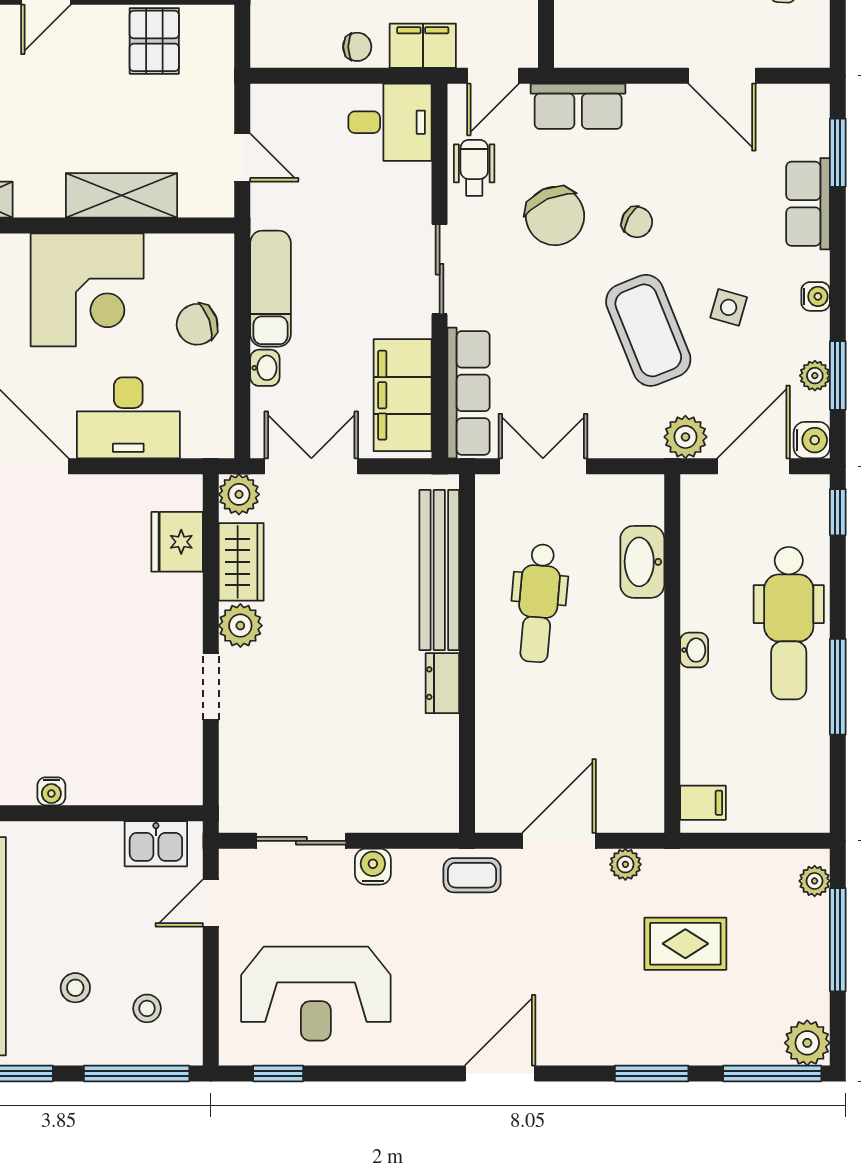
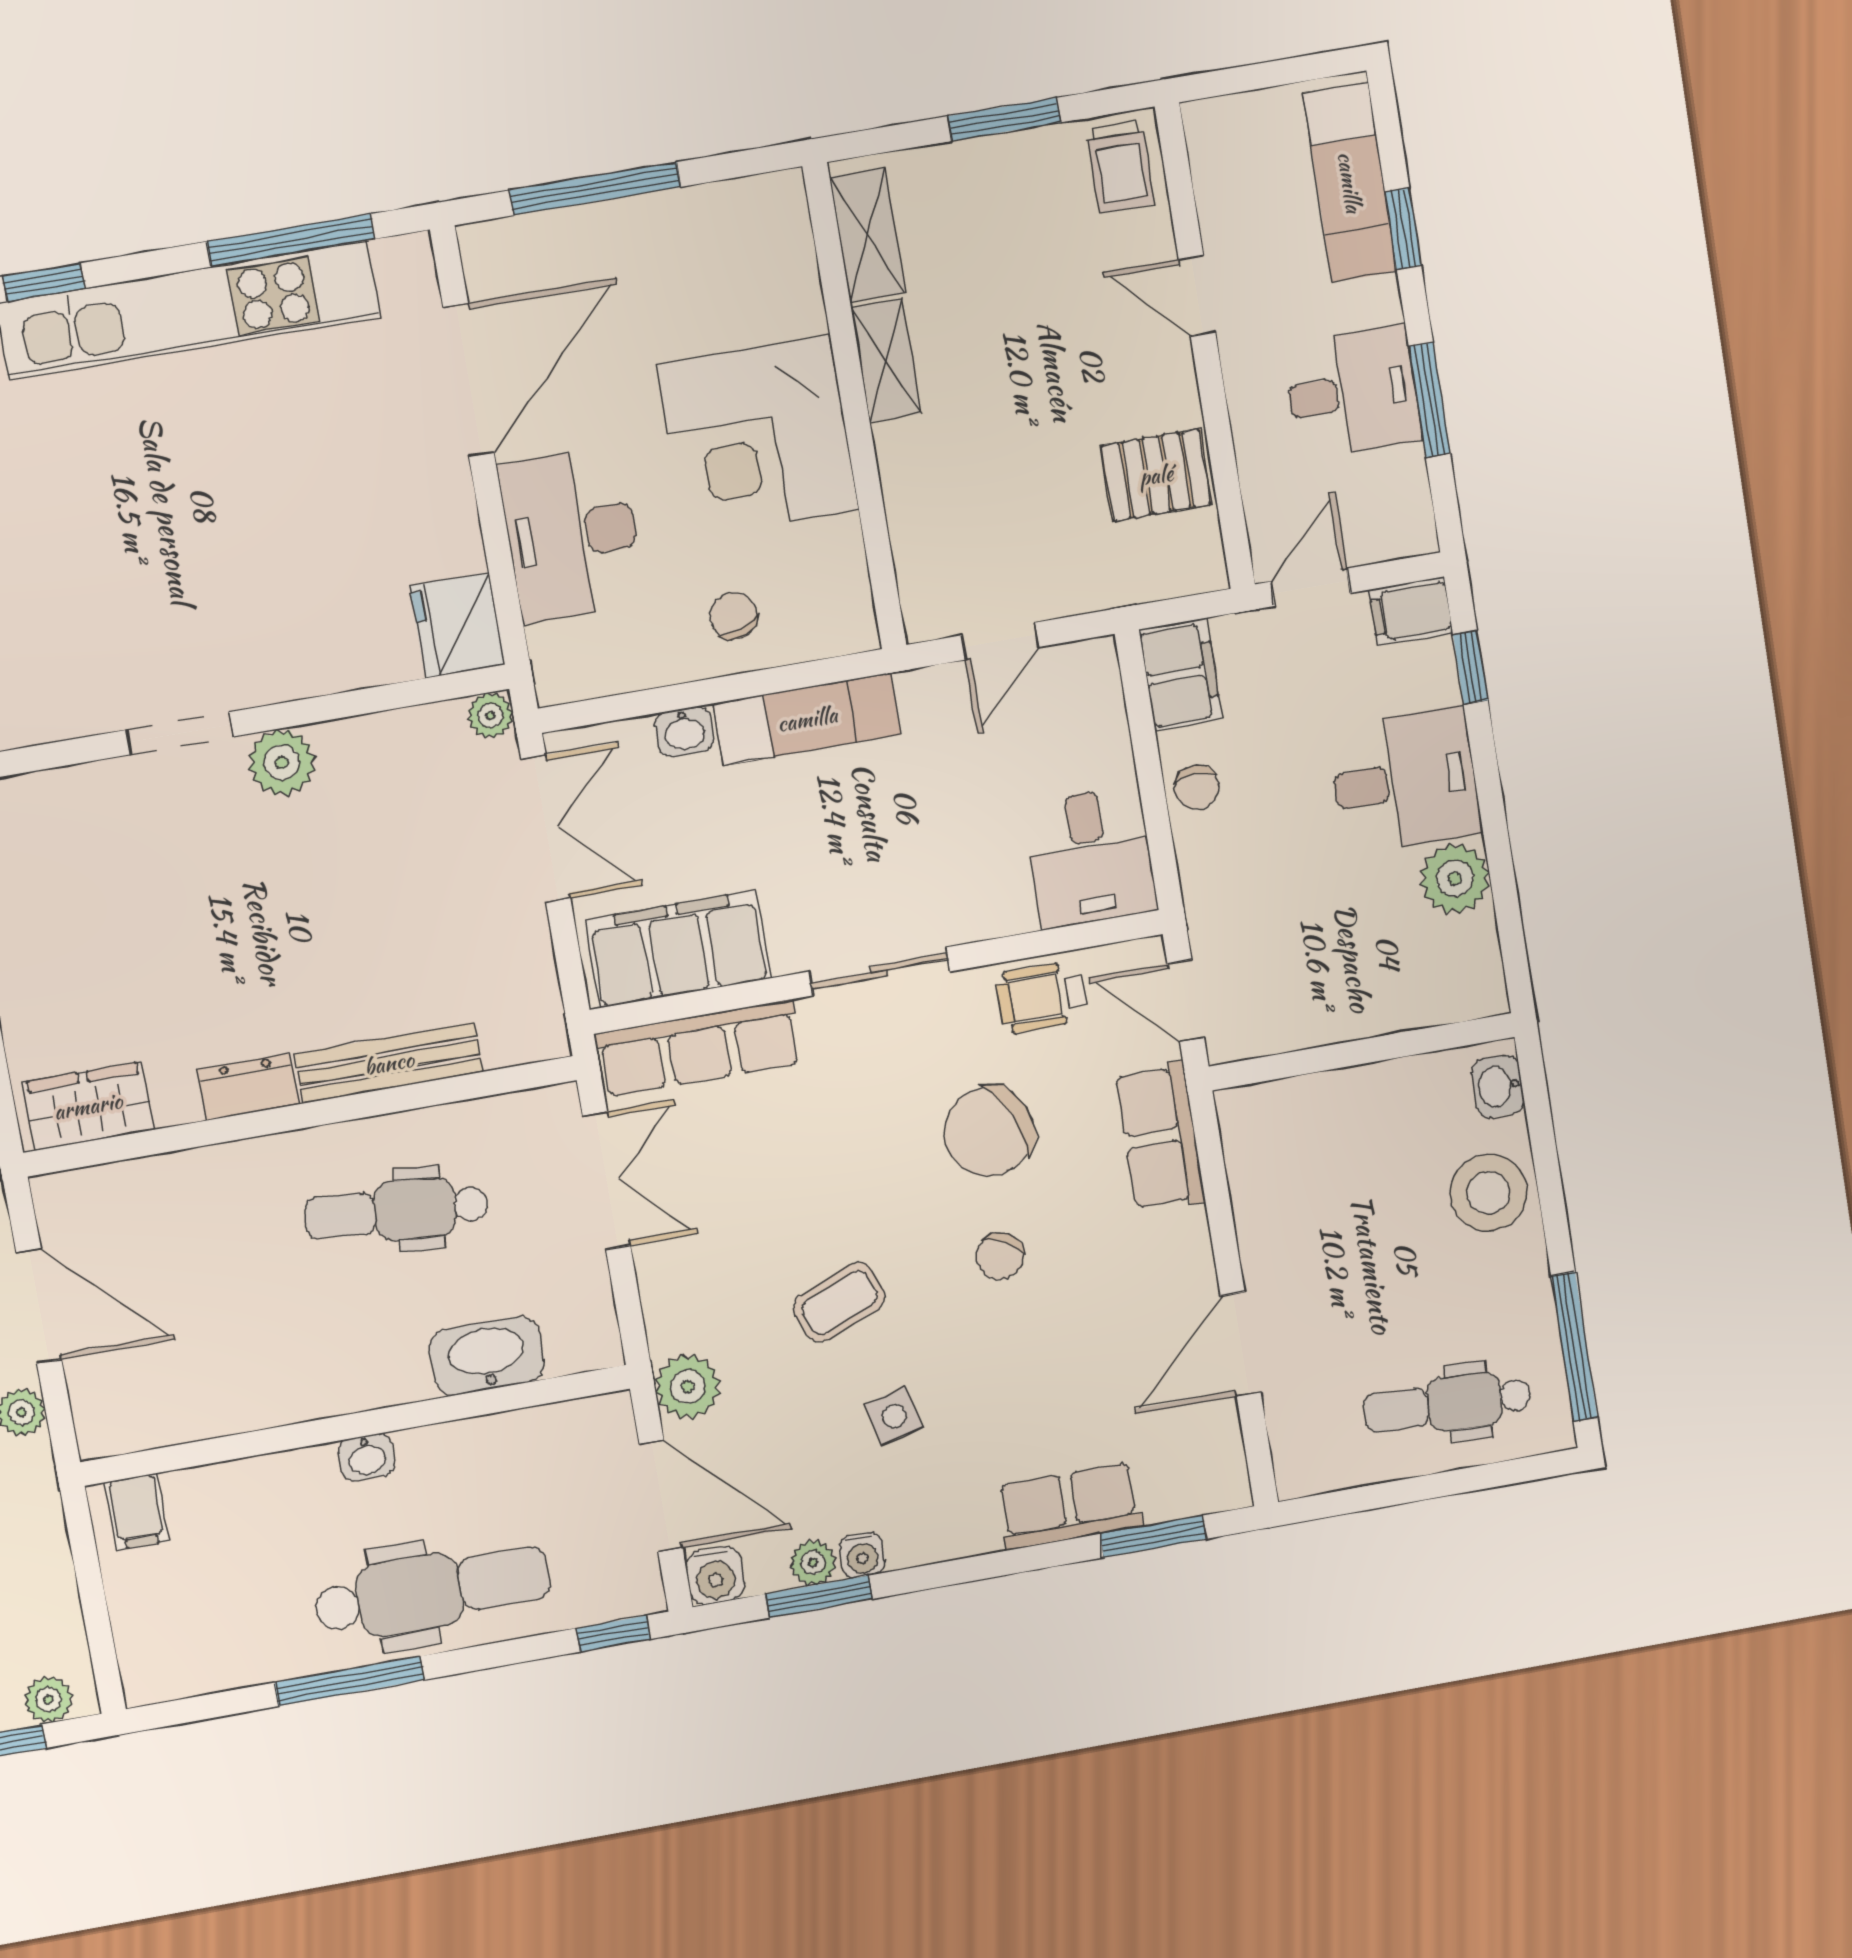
filing cabinet: (423, 46) -> (1180, 674), moved
wheelchair: (474, 168) -> (1042, 997), turned 180
shelving: (122, 195) -> (886, 360), moved, width x0.67, depth x0.75
water cooler: (816, 296) -> (862, 1555), moved
side table: (729, 307) -> (894, 1416), turned -30
chair: (197, 324) -> (733, 616), width x0.73, depth x0.73
coffee table: (648, 330) -> (839, 1302), width x0.54, depth x0.58
plant: (239, 494) -> (490, 715), width x0.73, depth x0.73
fridge: (177, 542) -> (457, 625), moved, turned -90
wardrobe: (241, 562) -> (88, 1106), moved, turned 180
bench: (439, 570) -> (389, 1063), width x0.73, depth x0.82
dental chair: (789, 623) -> (433, 1591), turned 180

